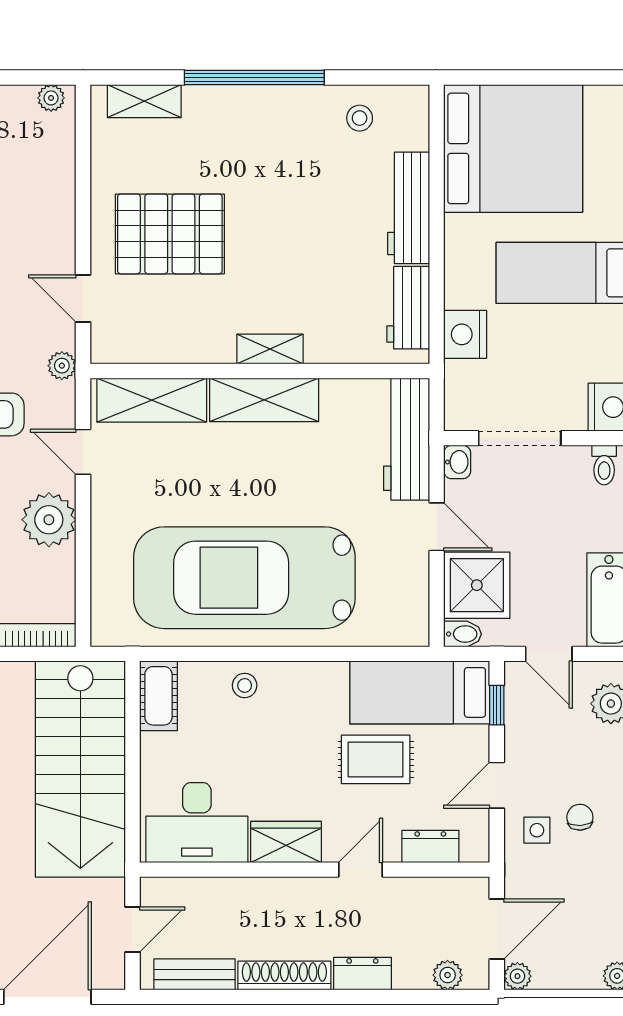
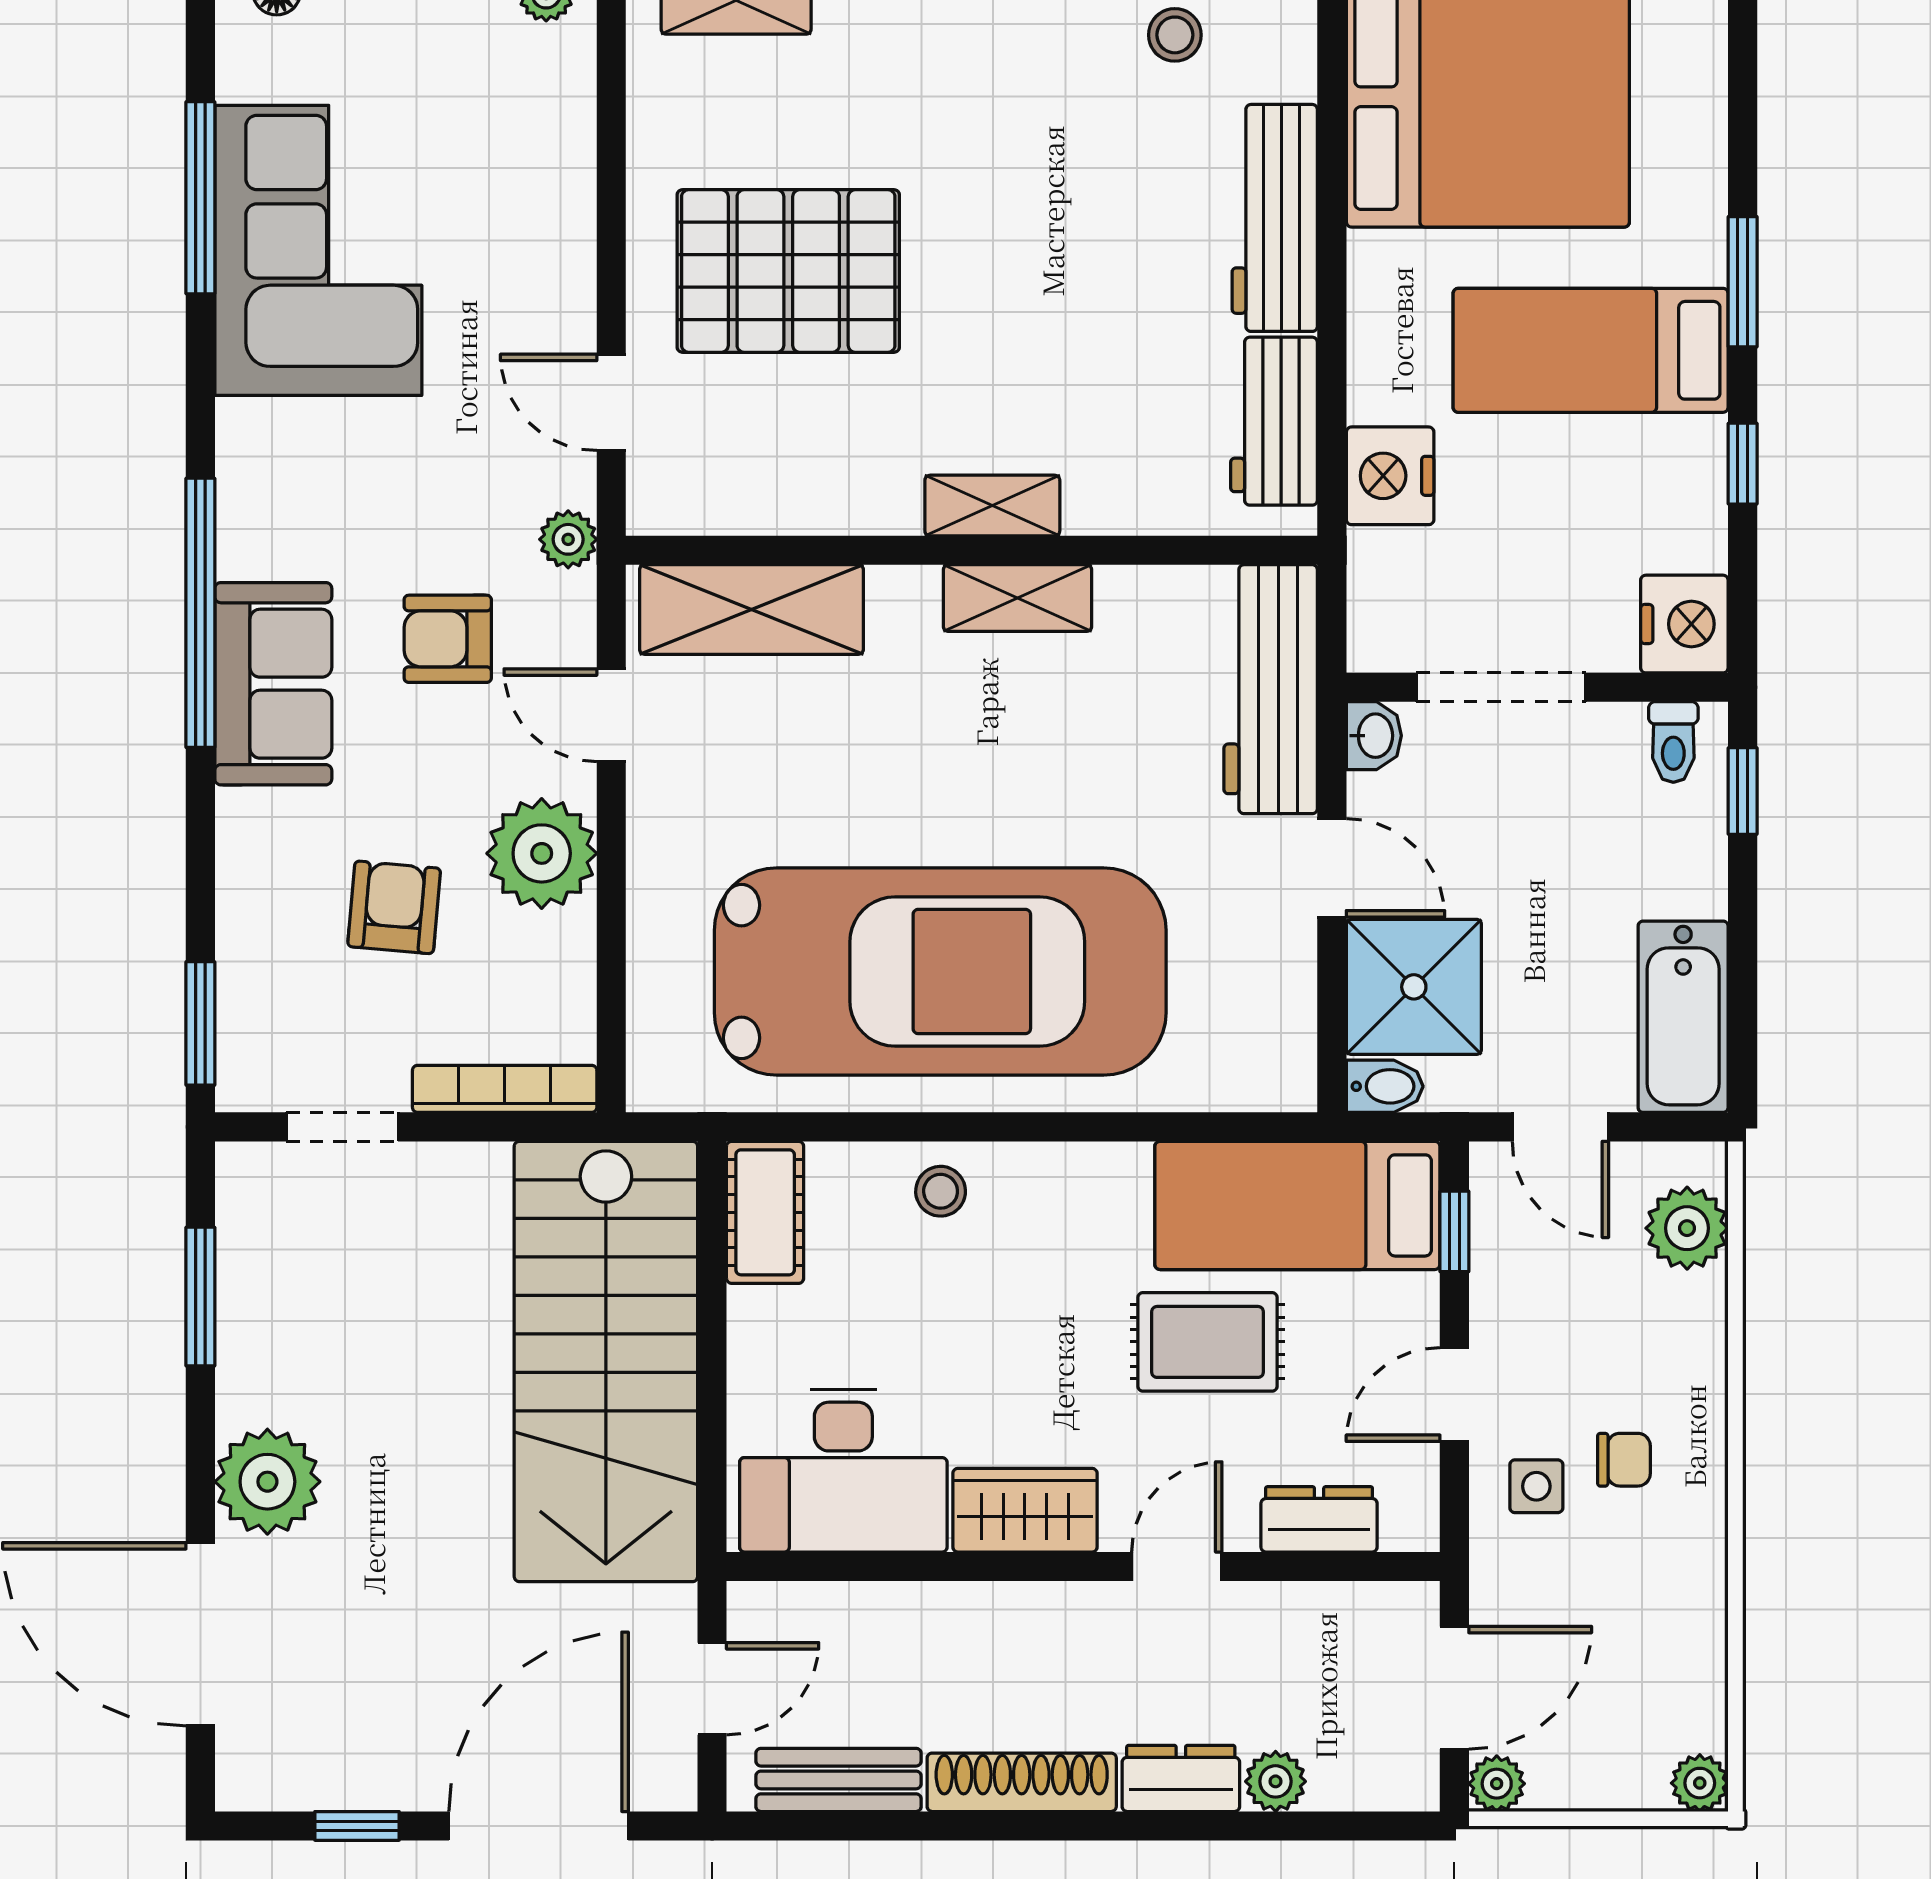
shelving: (264, 400) -> (1017, 598), width x0.67, depth x0.75
car: (244, 578) -> (940, 971), turned 180
chair: (580, 817) -> (1624, 1460), turned 93
plant: (448, 975) -> (1276, 1781), moved

